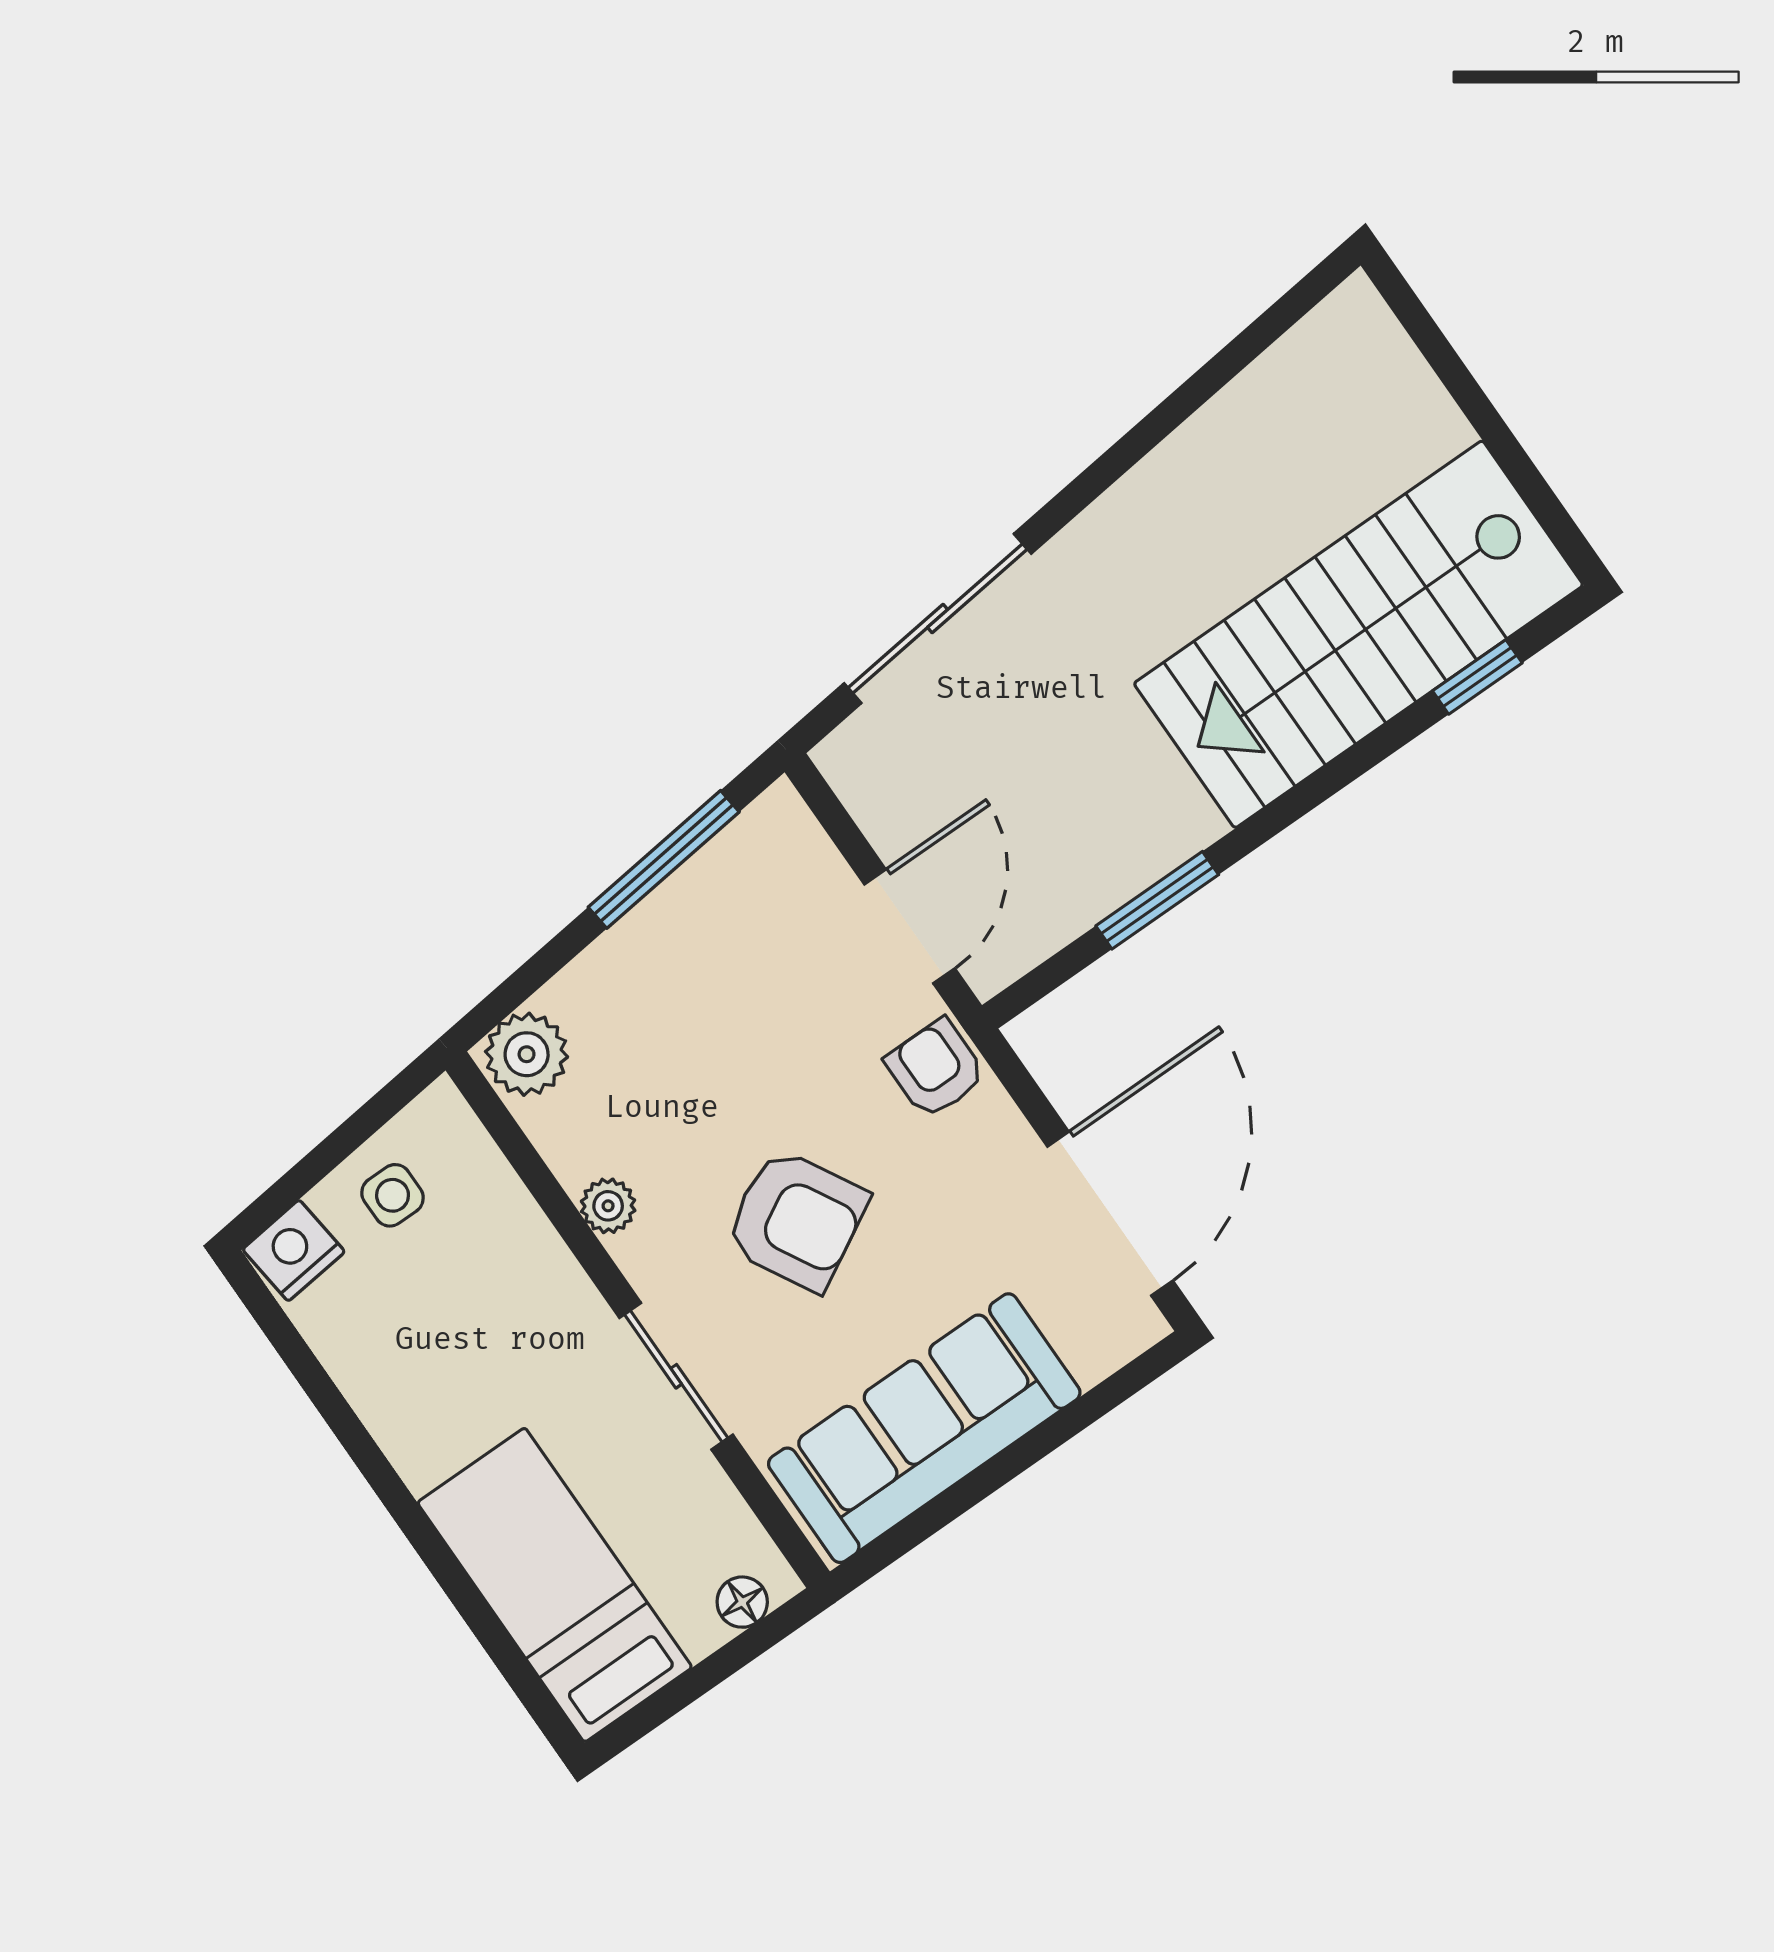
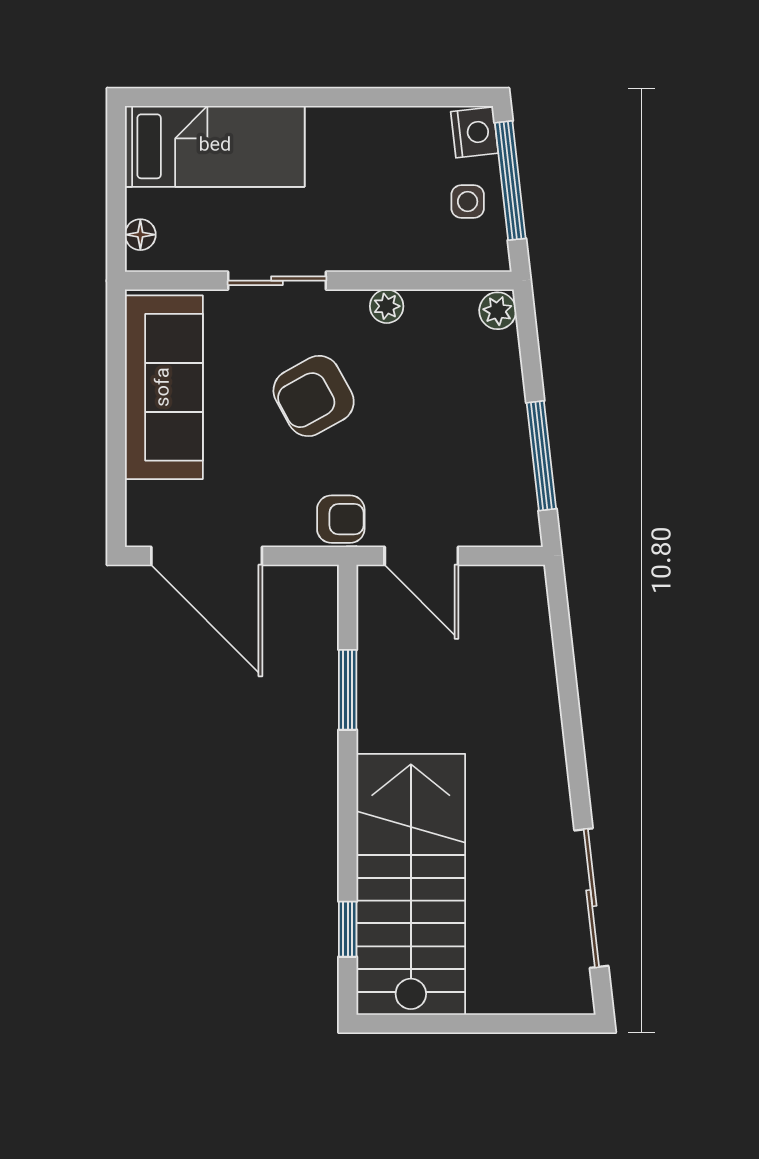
sliding door: (938, 619) -> (591, 898), moved
plant: (527, 1054) -> (498, 311), width x0.73, depth x0.73
window: (325, 1158) -> (510, 181), added

